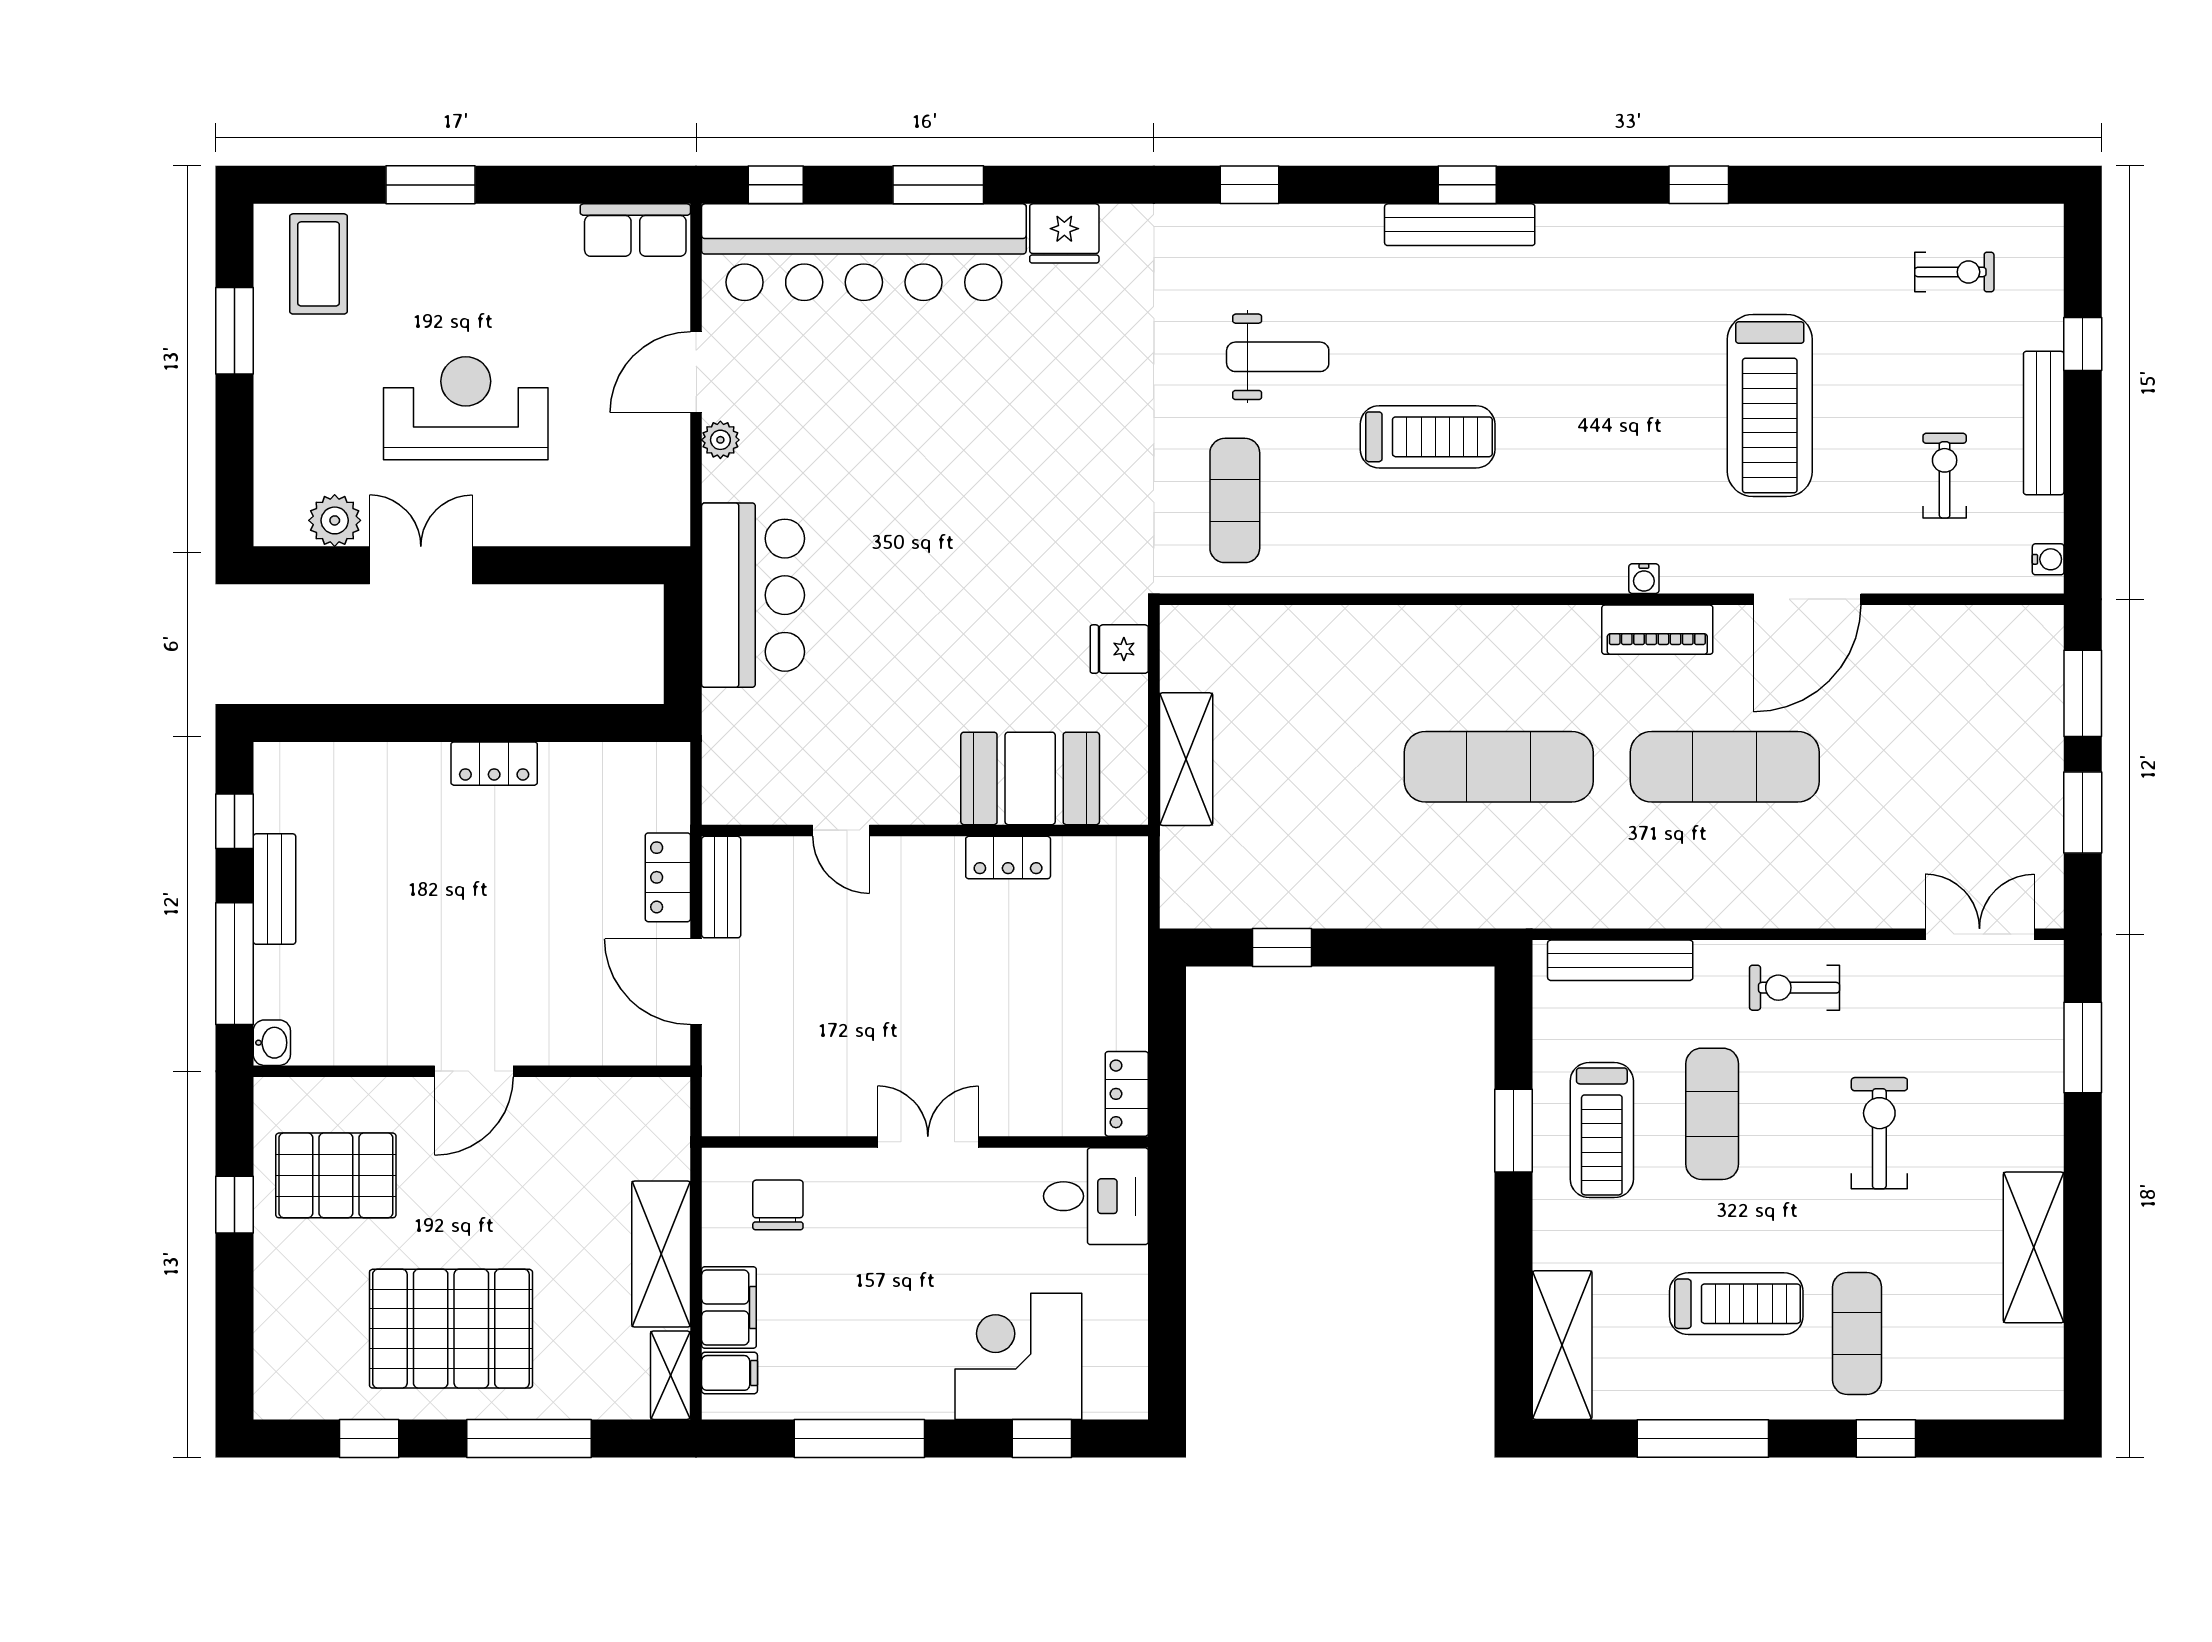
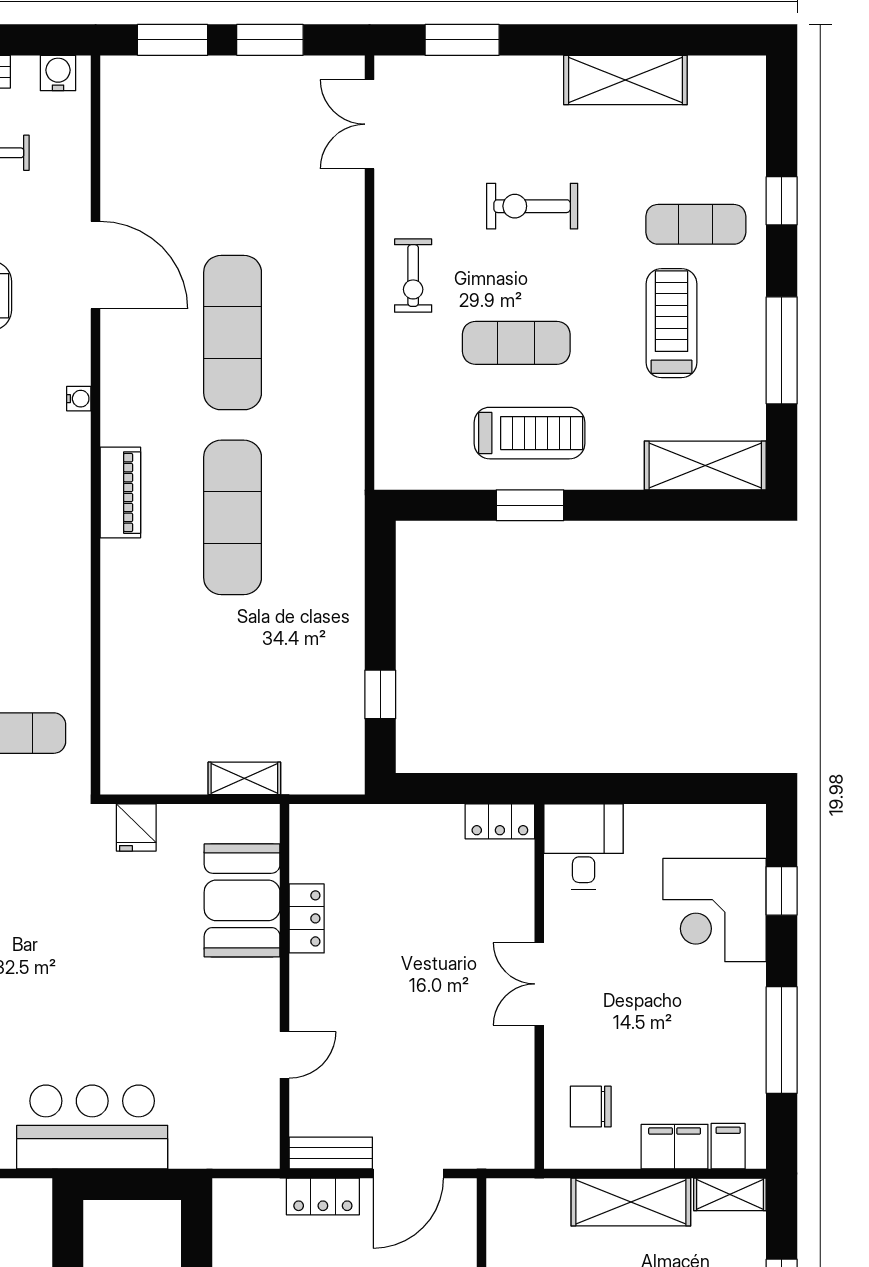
water cooler: (2048, 559) -> (58, 73), width x1.38, depth x1.38
piano: (1657, 630) -> (120, 493), moved
shelving: (1186, 759) -> (244, 778), width x0.67, depth x0.75
bench: (1620, 960) -> (391, 418), removed

